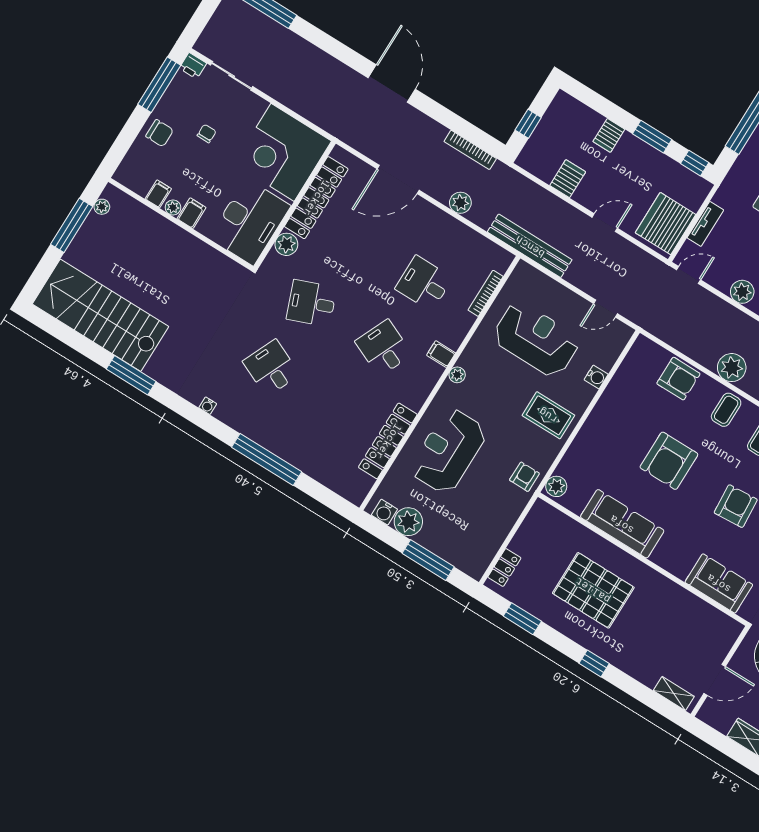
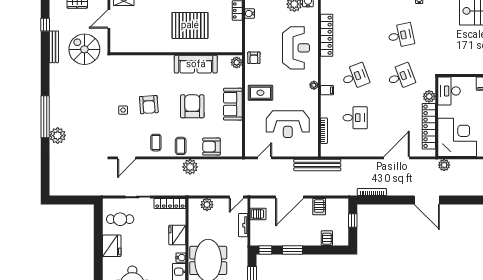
server rack: (609, 135) -> (327, 238), moved
plant: (460, 203) -> (444, 165), moved
desk: (250, 222) -> (449, 91), width x0.73, depth x0.77
door: (605, 223) -> (290, 197), width x1.88
server rack: (666, 224) -> (258, 214), width x0.46, depth x0.70
desk: (384, 348) -> (355, 77), turned -45
desk: (271, 368) -> (401, 35), turned -36
water cooler: (596, 377) -> (250, 14), moved
sofa: (719, 583) -> (233, 104), moved, turned 90

